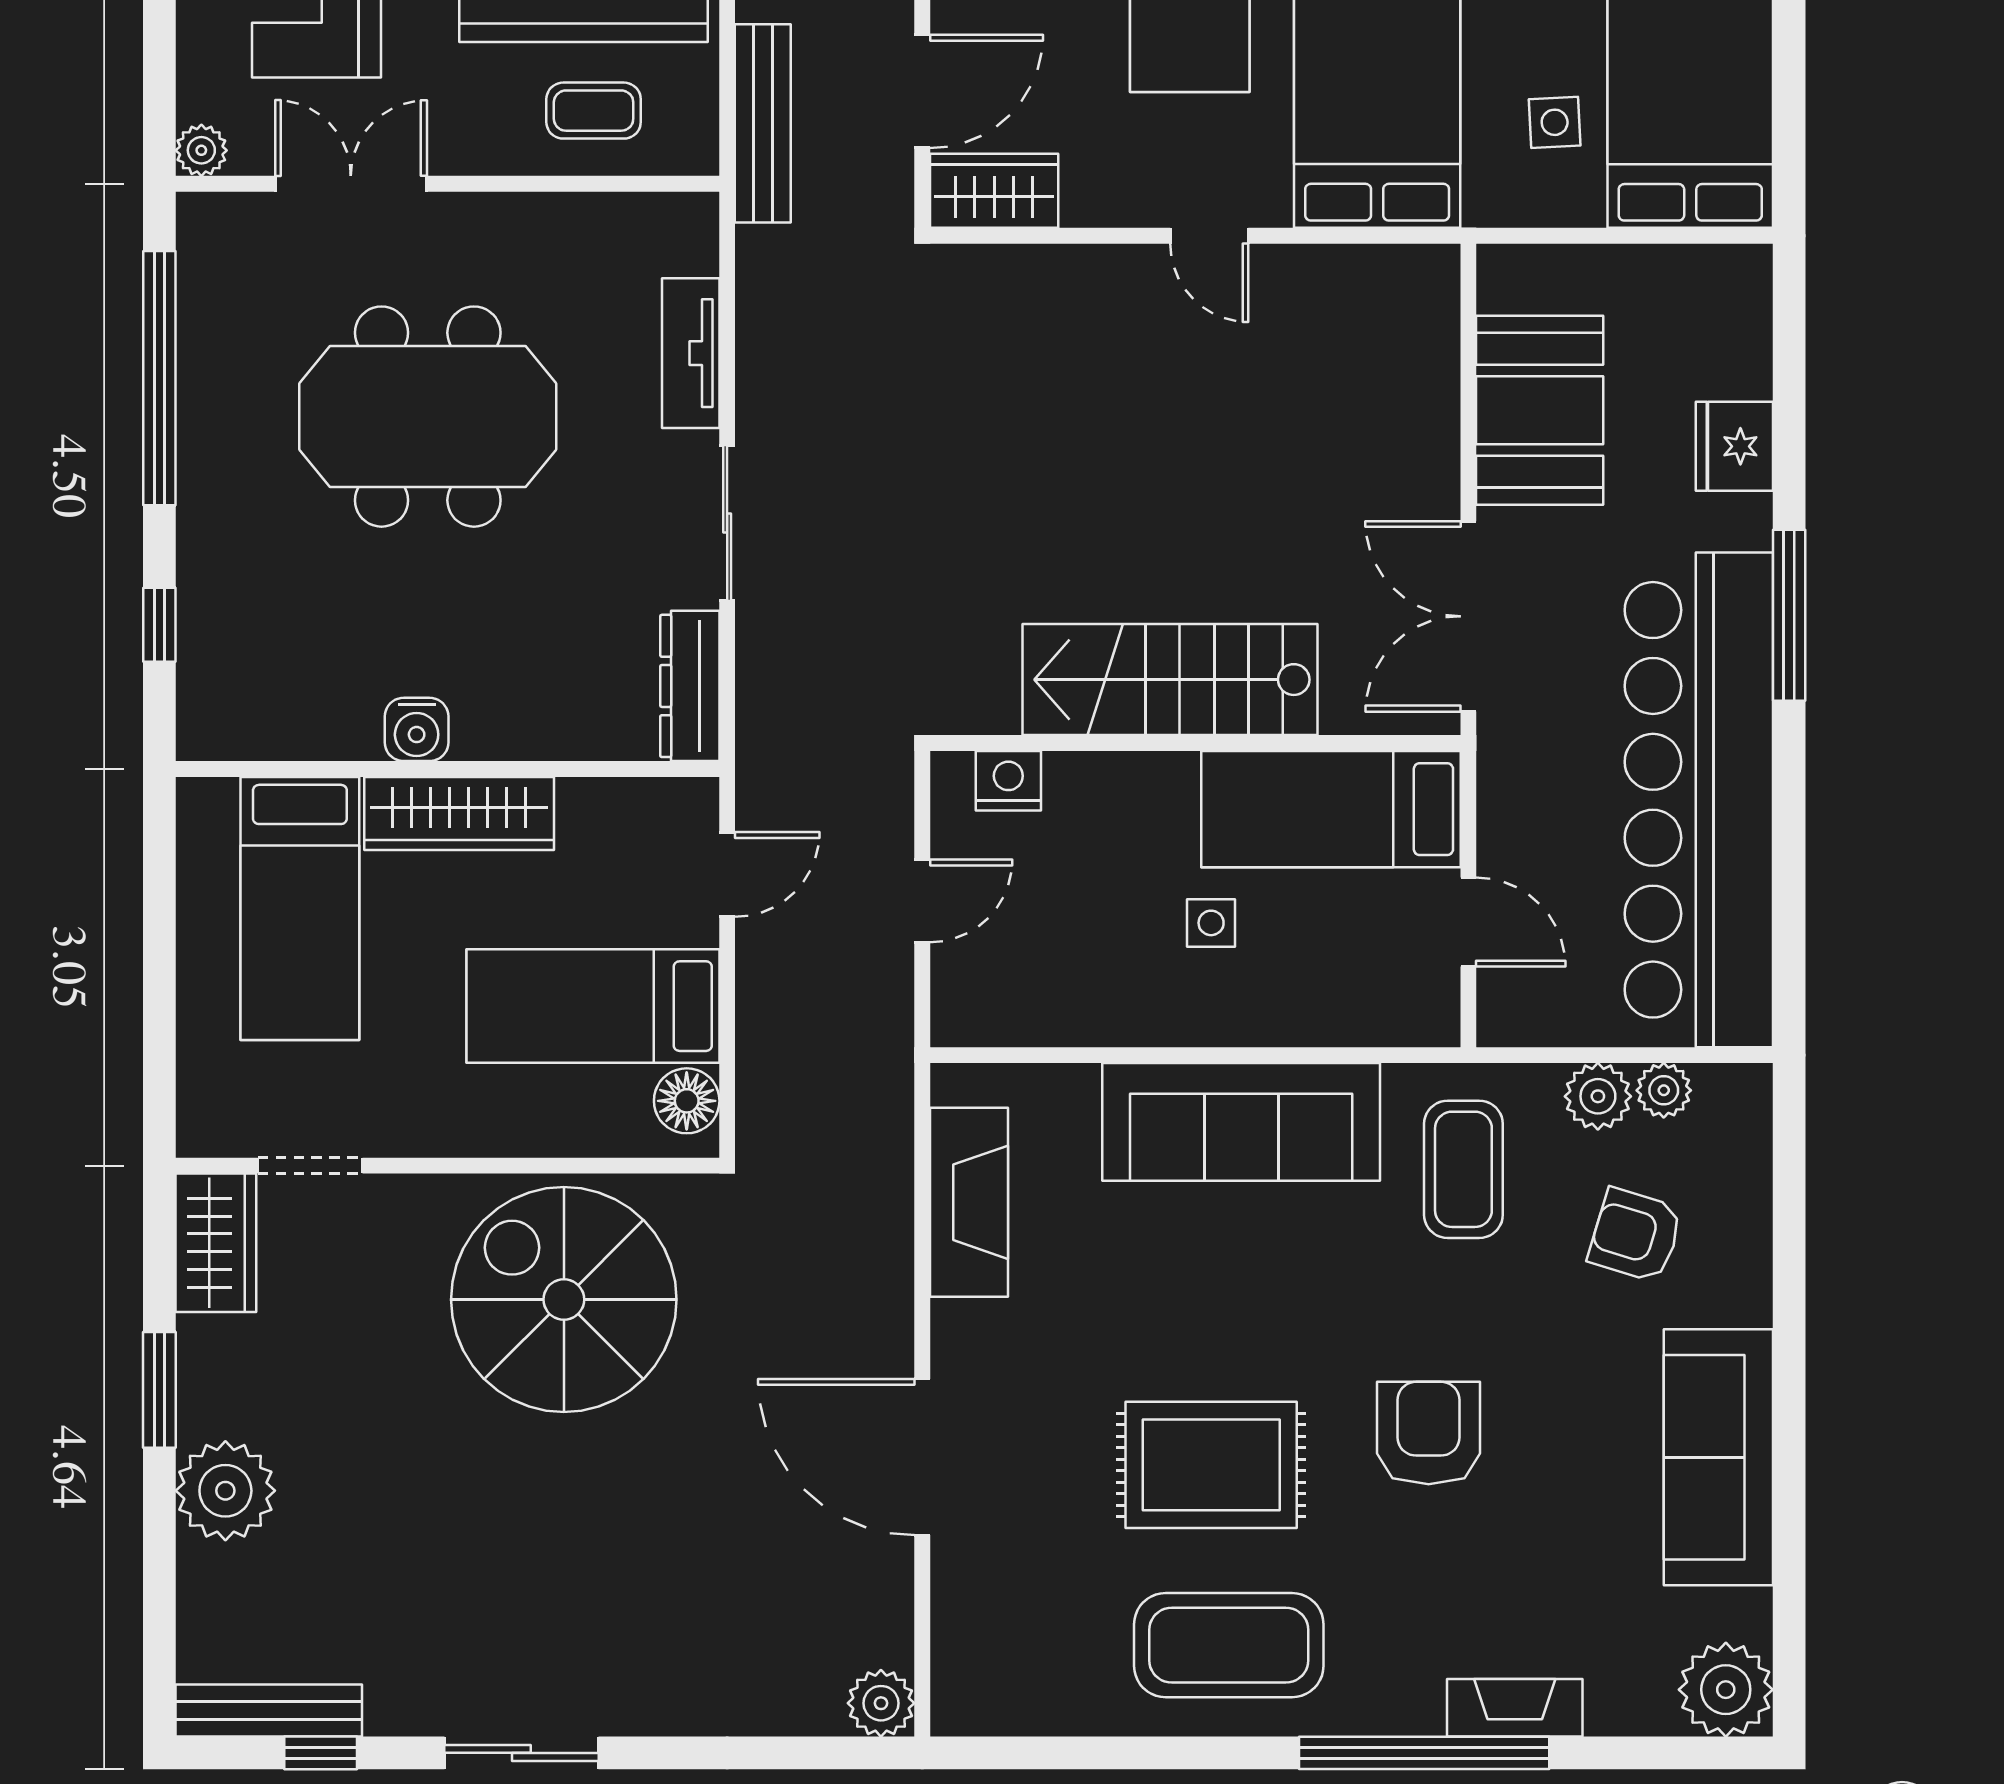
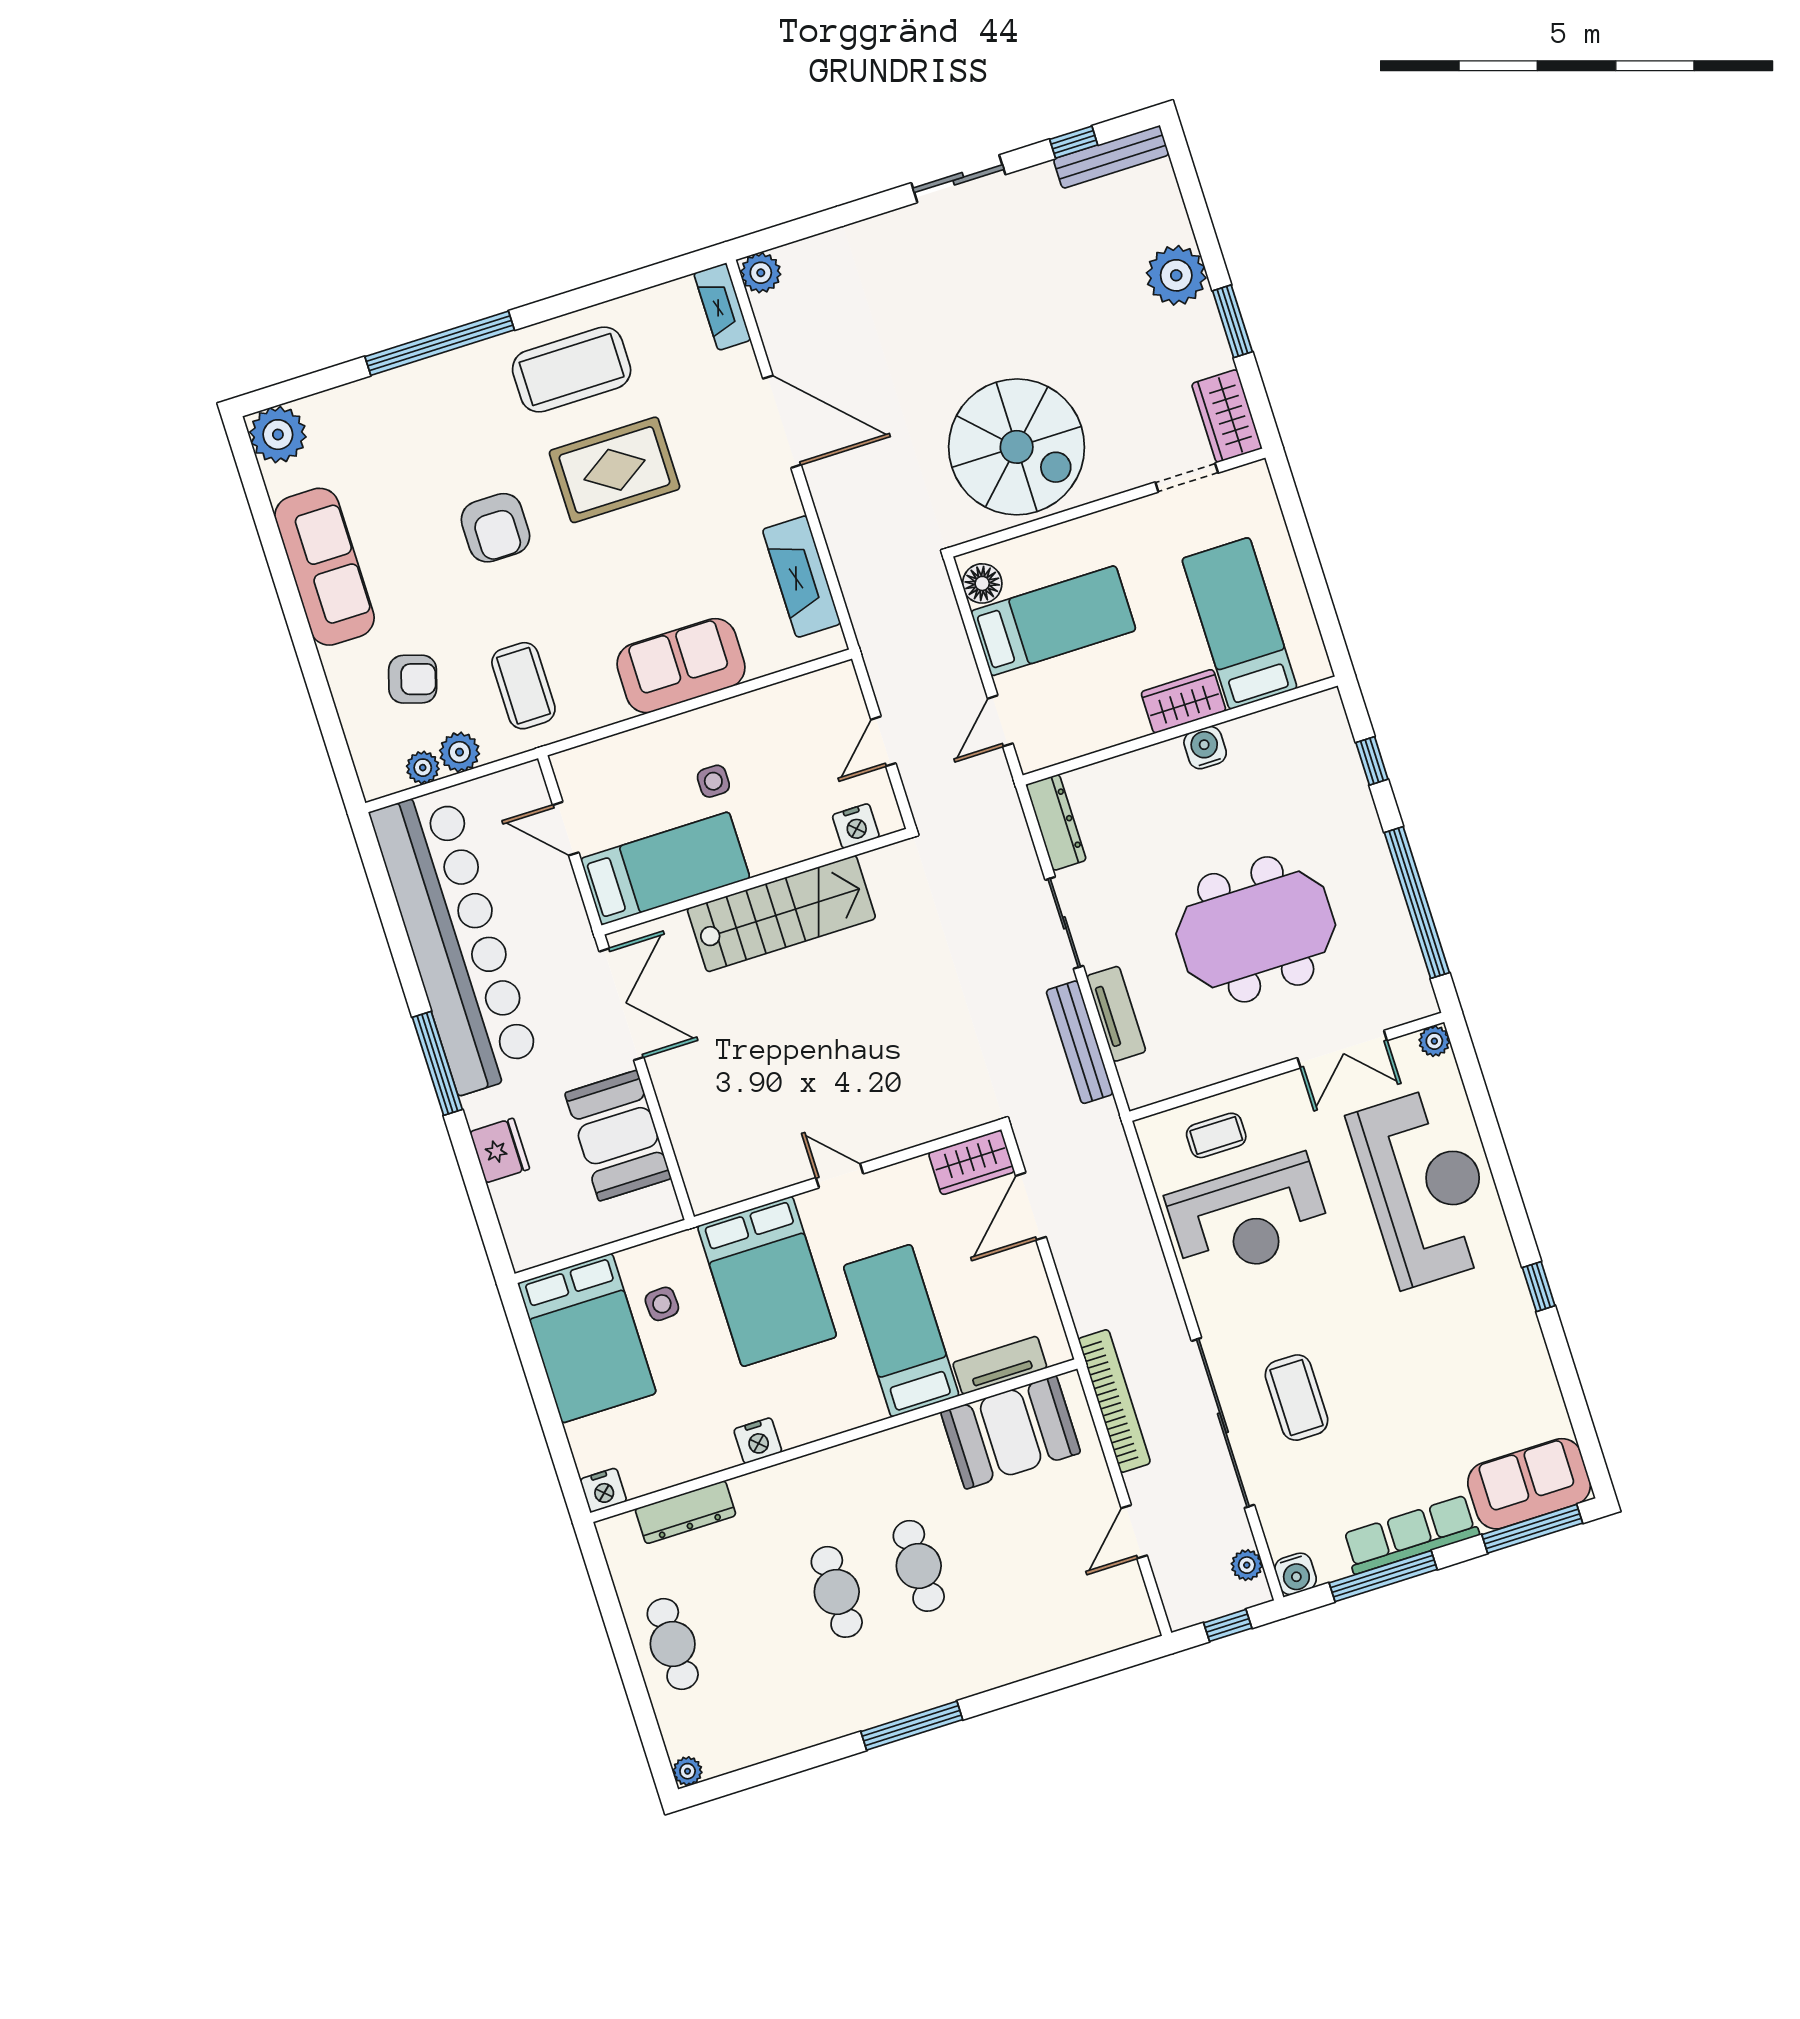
bench: (763, 123) -> (1080, 1042), moved
wardrobe: (459, 813) -> (1183, 701), width x0.67
sofa: (1241, 1122) -> (681, 666), width x0.73
fireplace: (1515, 1708) -> (722, 307), moved, turned 90

